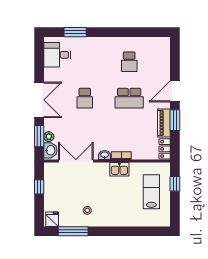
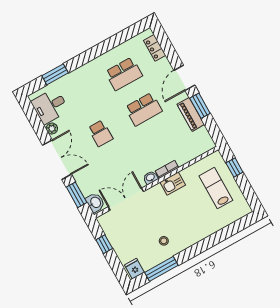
school desk: (129, 62) -> (124, 74), width x1.85
plant: (49, 137) -> (52, 128), moved
locker: (165, 149) -> (155, 48), moved

